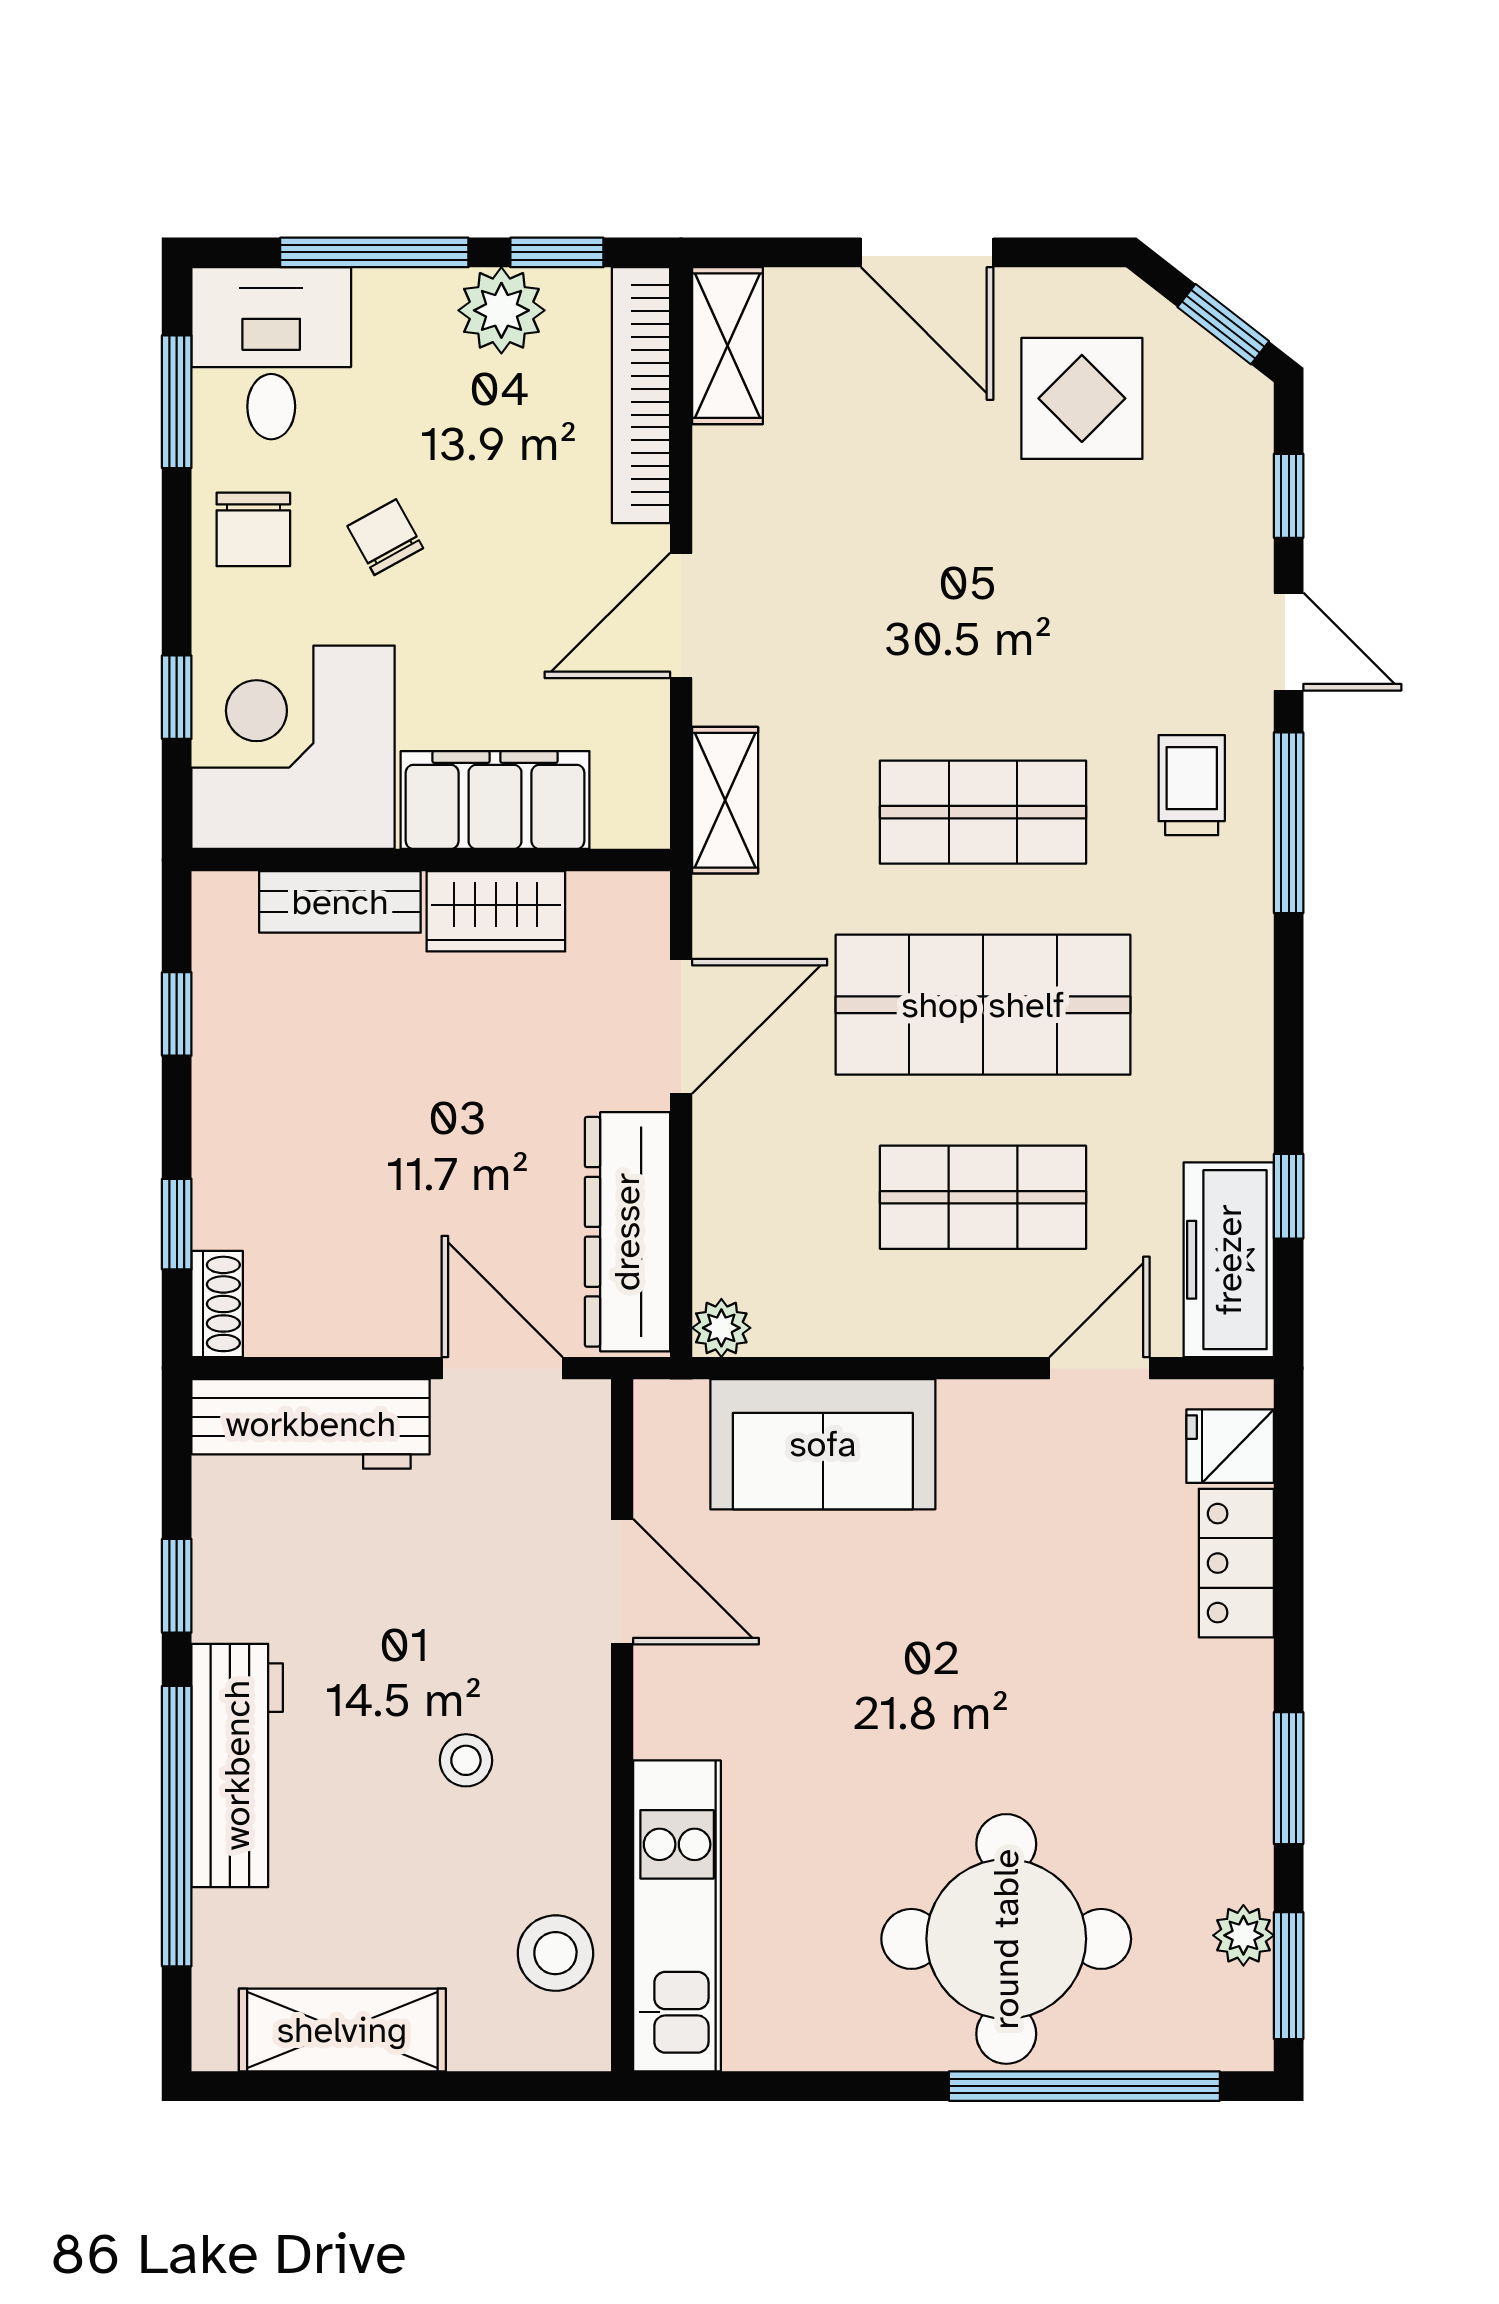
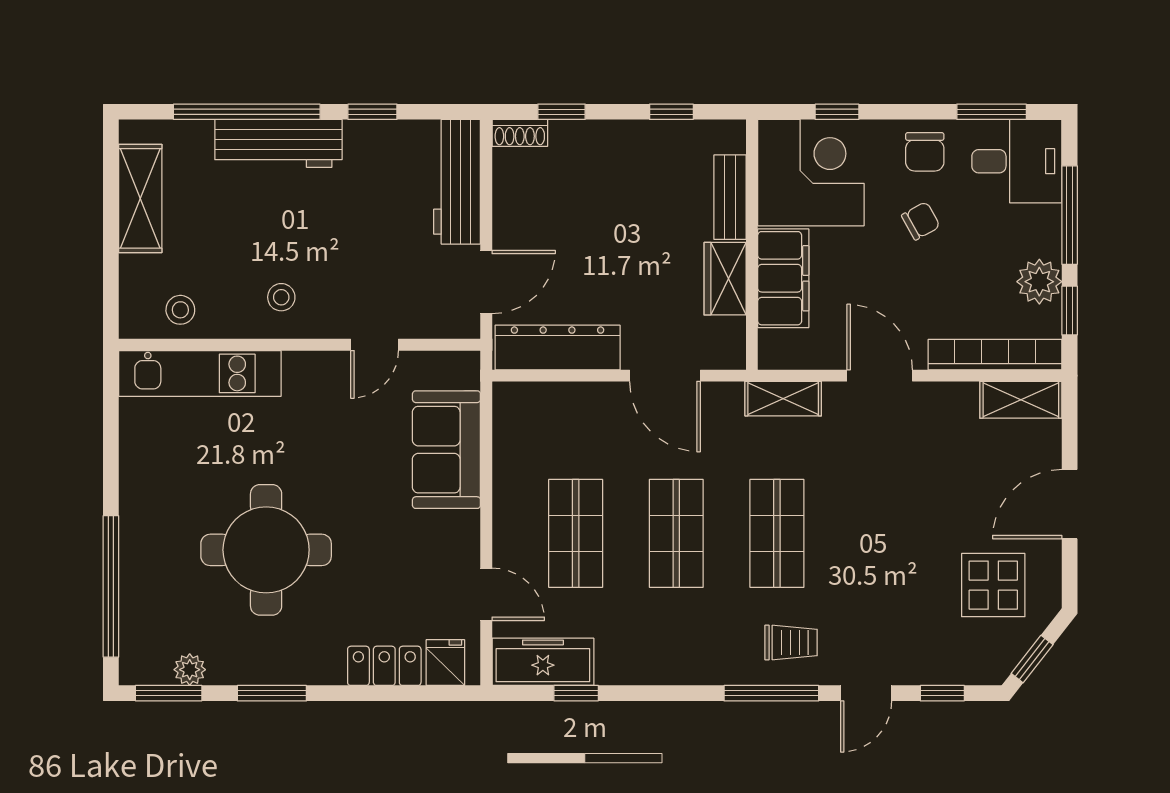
chair: (253, 529) -> (925, 152), turned -90
shop shelf: (983, 1005) -> (676, 533), width x0.70, depth x0.74
plant: (721, 1328) -> (507, 397), removed
door: (622, 1582) -> (375, 345), width x0.73
stool: (466, 1760) -> (281, 297), moved
round table: (1006, 1939) -> (266, 550), moved
stool: (555, 1953) -> (180, 310), width x0.73, depth x0.73

